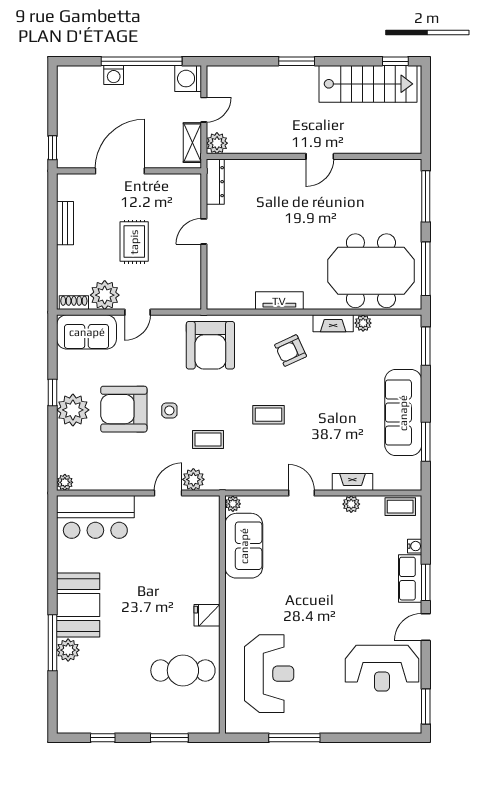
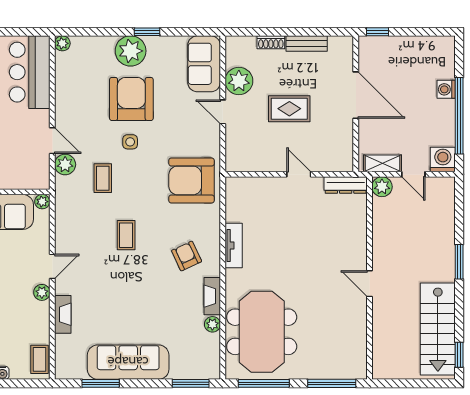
shoe rack: (74, 303) -> (271, 42), moved, turned 90
plant: (351, 504) -> (42, 292), moved

